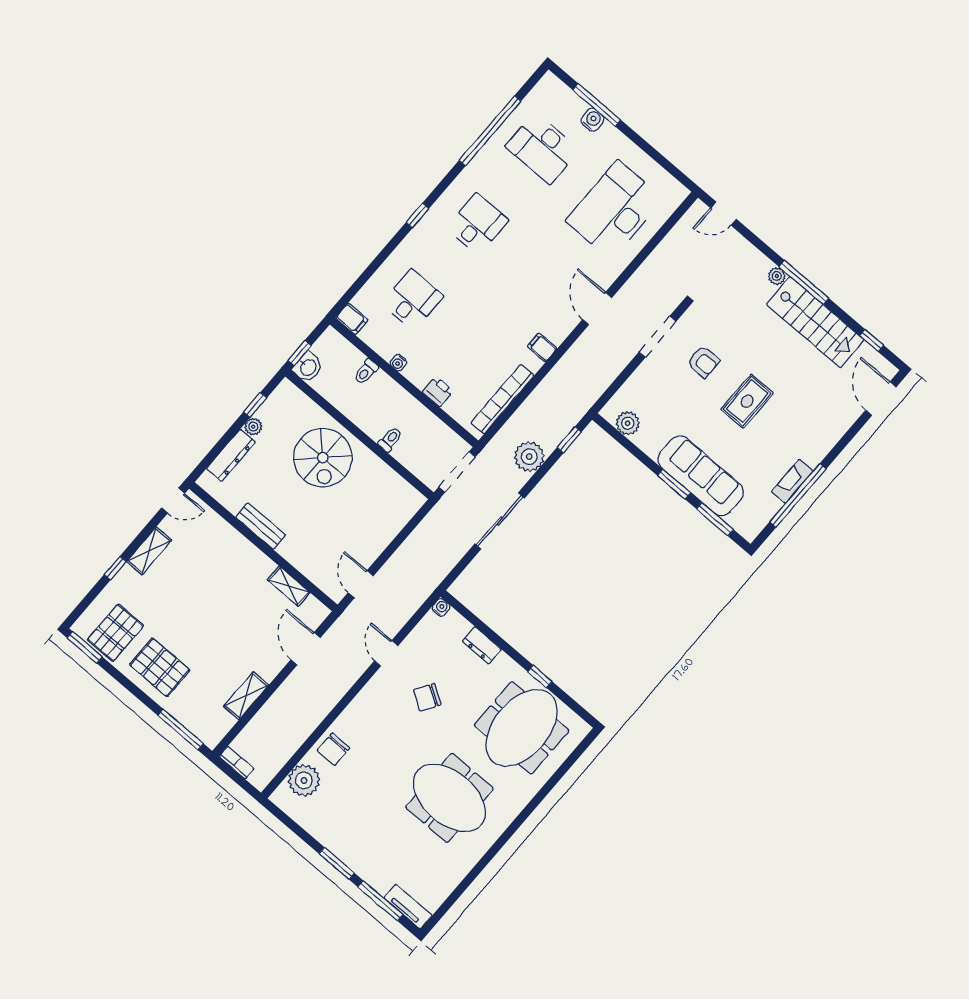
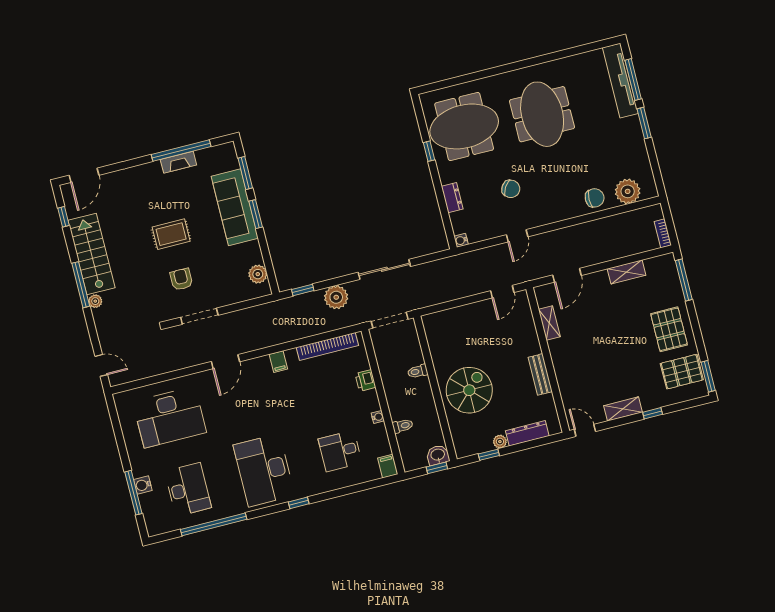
desk: (477, 224) -> (264, 470), width x1.87, depth x1.30
tv unit: (408, 907) -> (620, 81), width x1.92, depth x1.29

